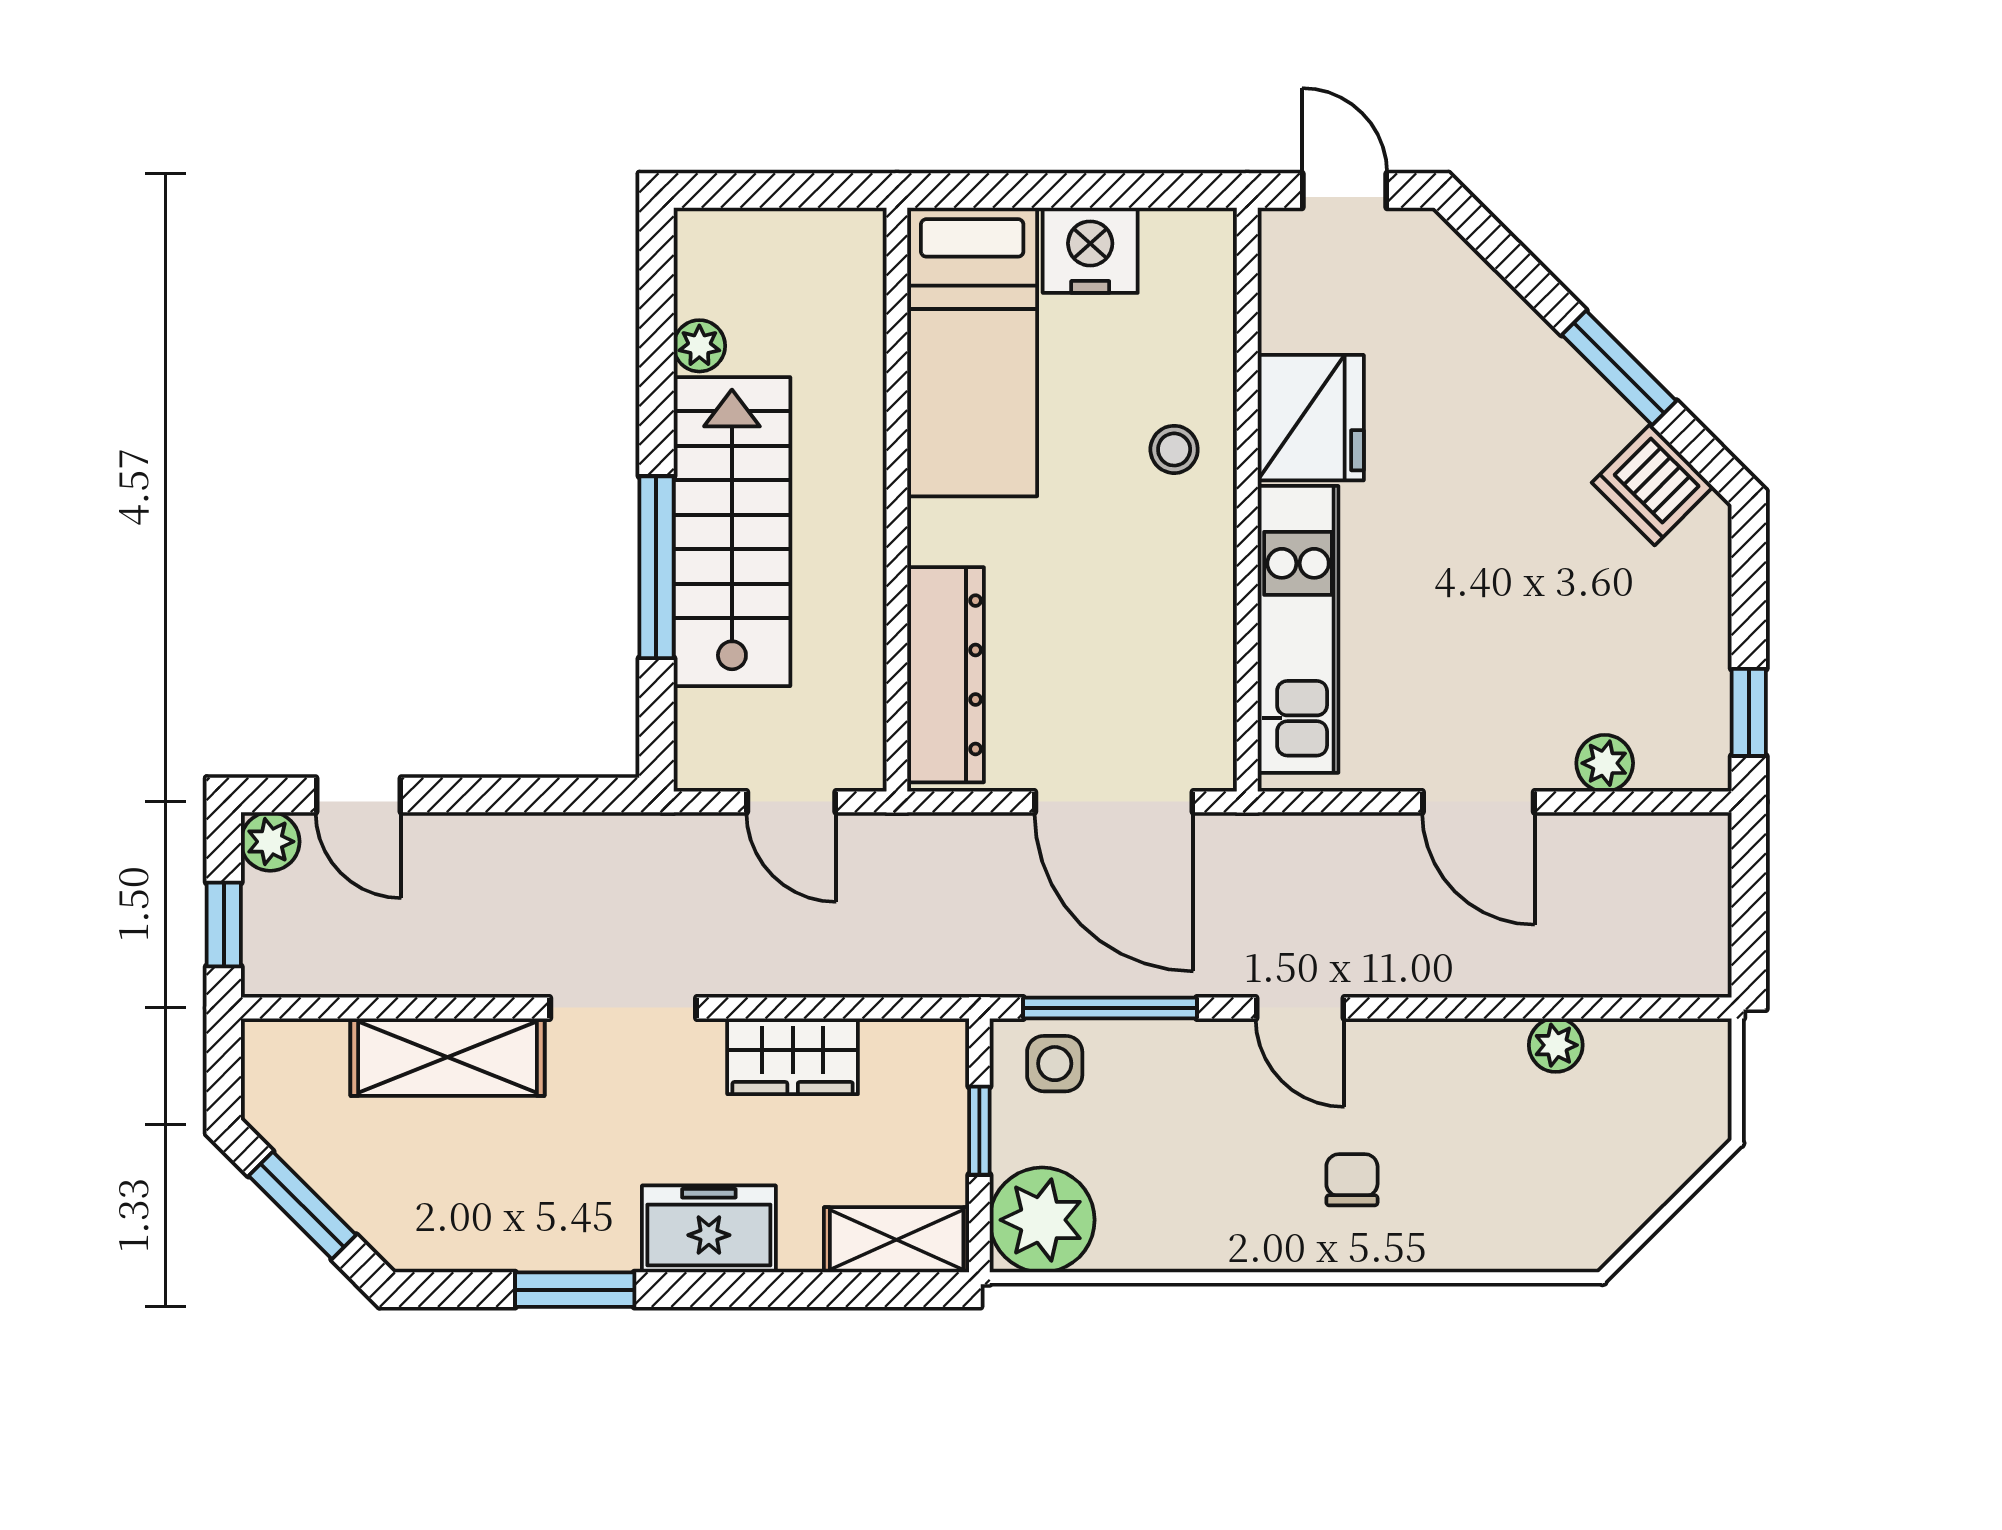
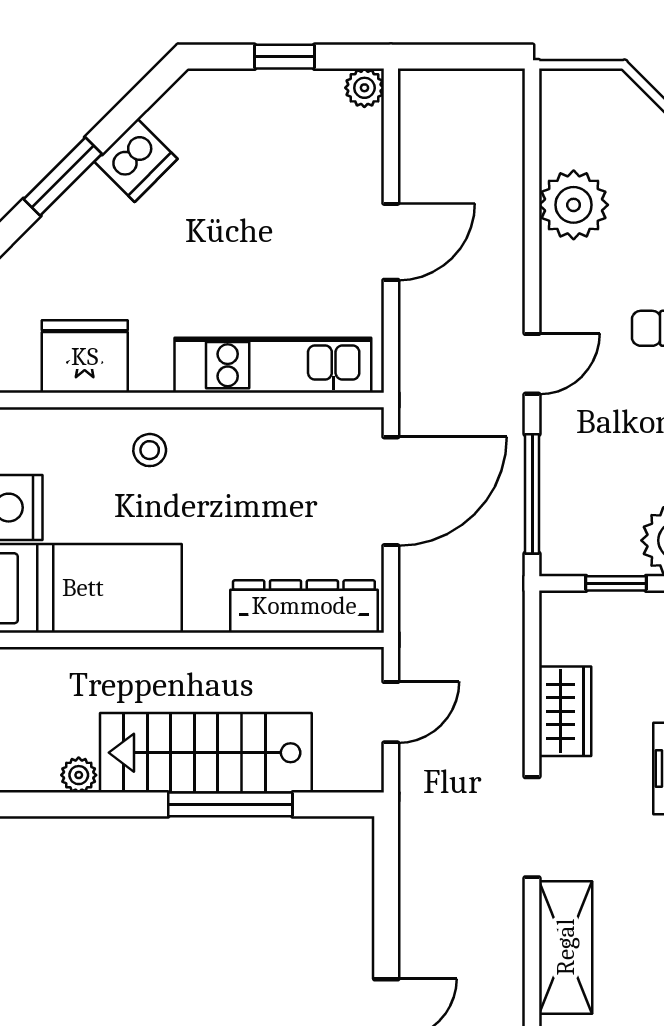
window: (1619, 368) -> (63, 176), moved
fridge: (1311, 418) -> (85, 357), moved
dishwasher: (1653, 485) -> (136, 160), moved
window: (1749, 712) -> (284, 57), moved
plant: (1605, 763) -> (364, 88), moved
plant: (1556, 1045) -> (574, 205), width x1.88, depth x1.88
side table: (1055, 1064) -> (570, 532), removed

